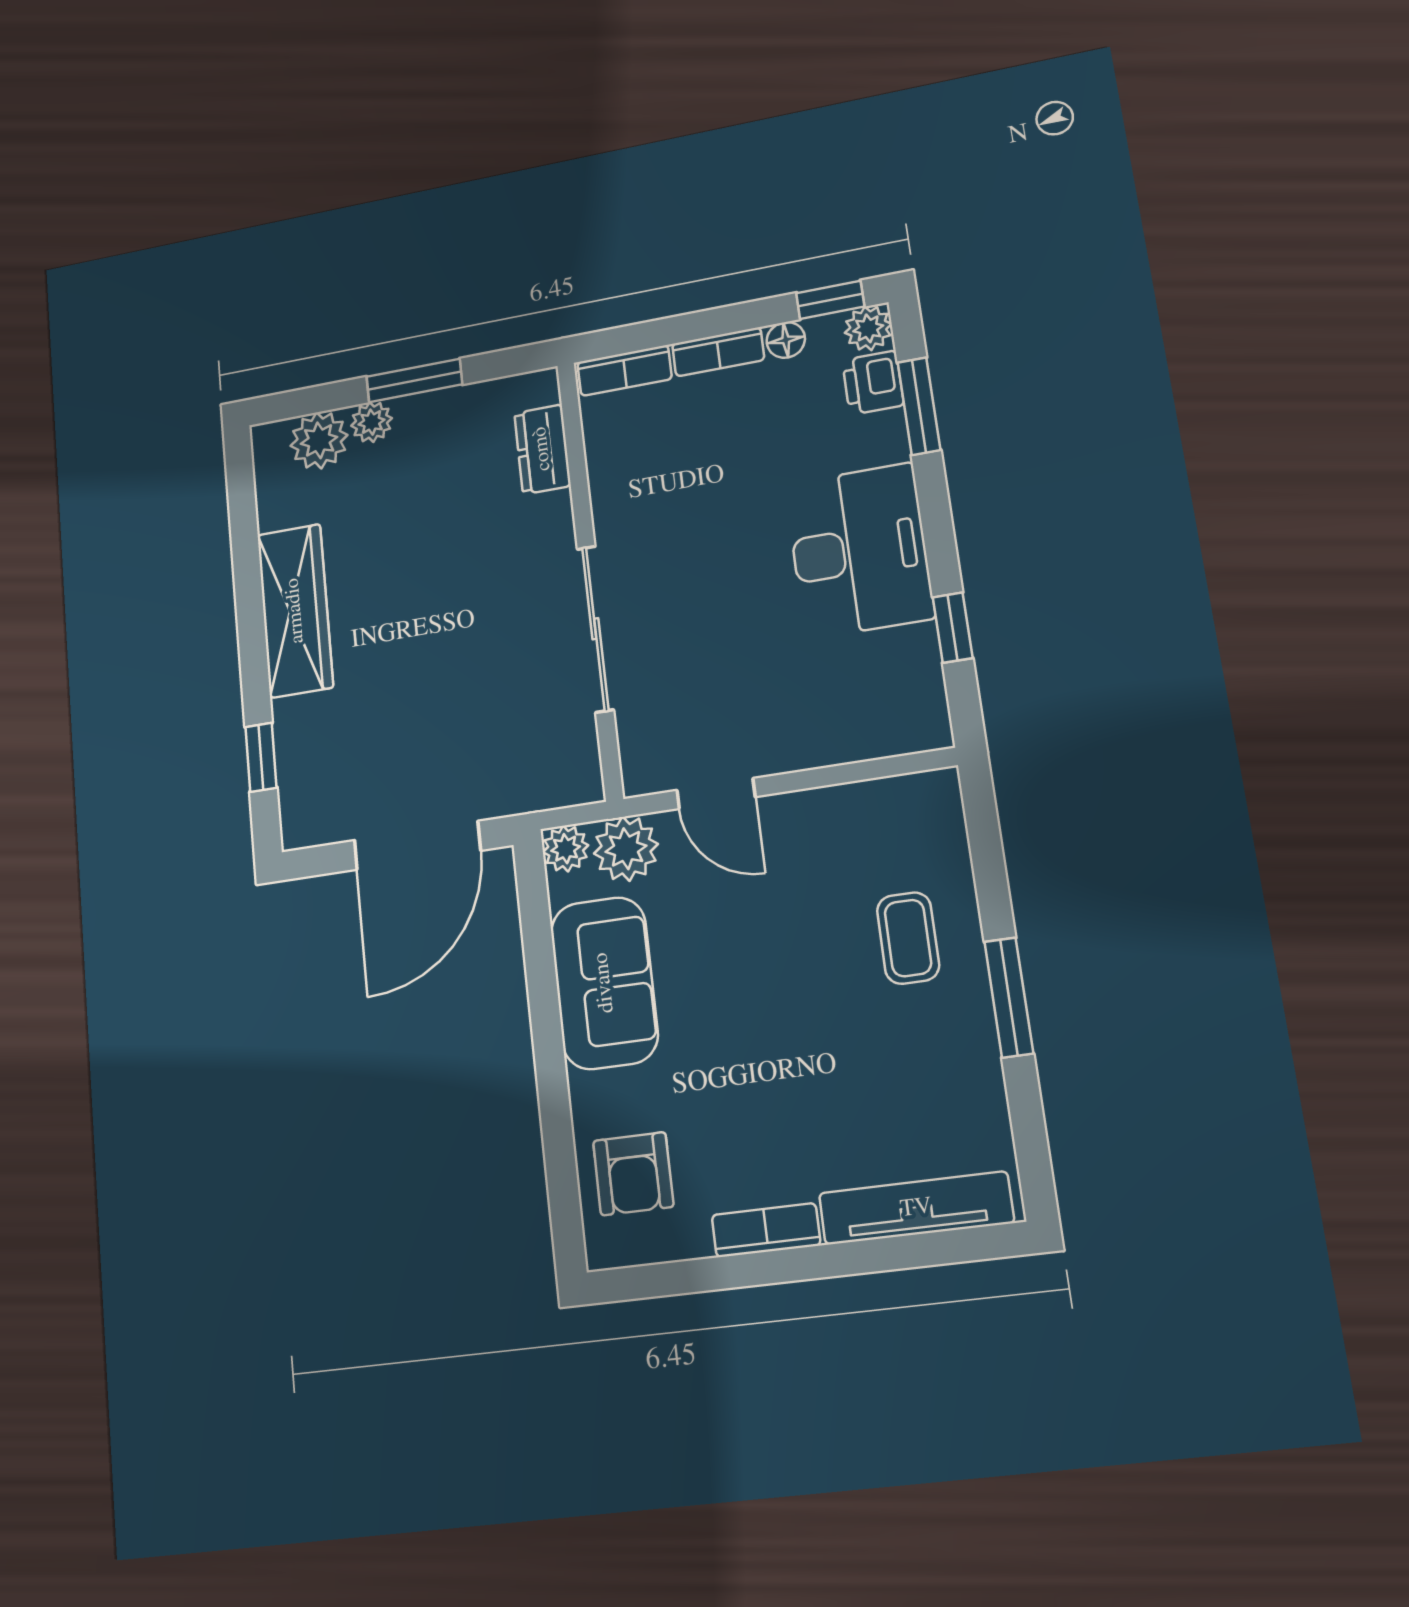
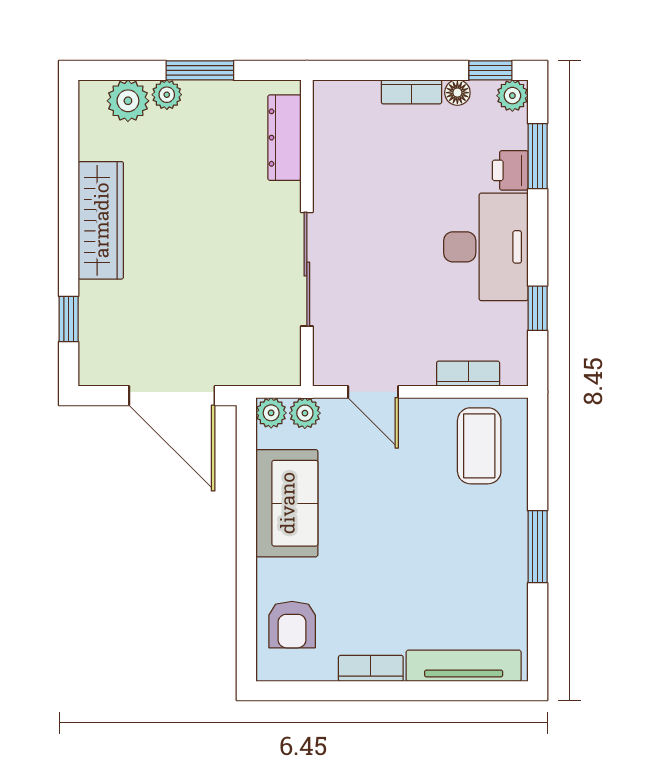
bookcase: (625, 371) -> (468, 374), moved, turned 180
printer: (873, 383) -> (510, 170), moved
dresser: (542, 449) -> (285, 138), width x1.44
door: (417, 845) -> (172, 396), hinge flipped
plant: (626, 849) -> (305, 413), width x0.73, depth x0.73
coffee table: (908, 938) -> (479, 446), moved, width x1.36, depth x1.30

